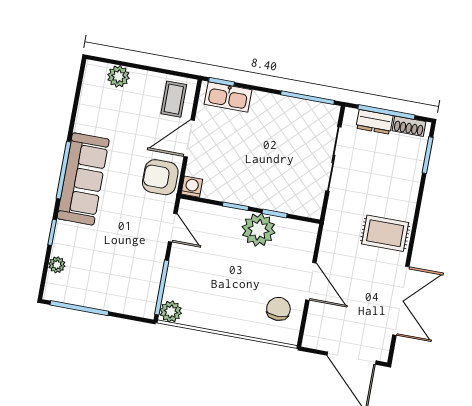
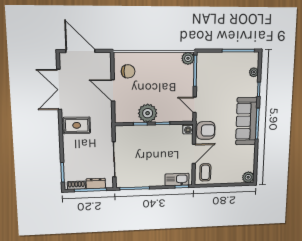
plant: (118, 76) -> (248, 177), moved
chair: (278, 309) -> (128, 71), turned -90

